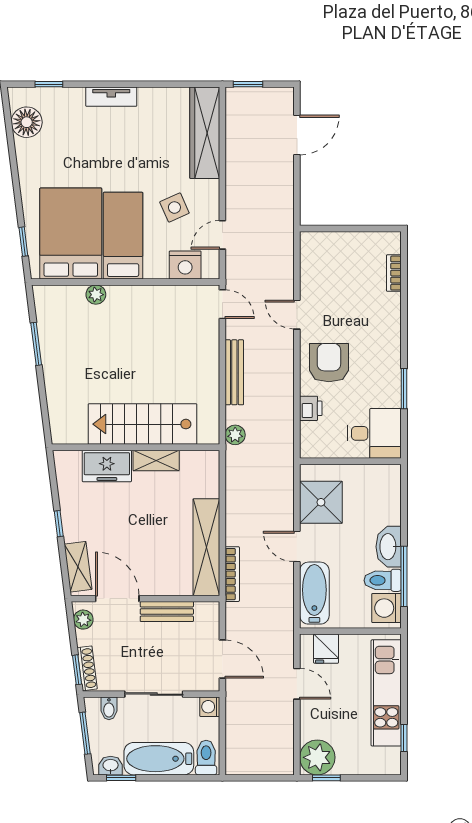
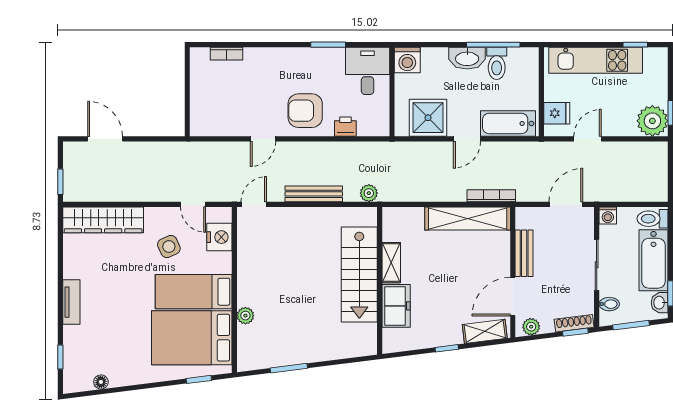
floor lamp: (27, 122) -> (101, 382), width x0.53, depth x0.53
washing machine: (387, 608) -> (407, 60), moved

